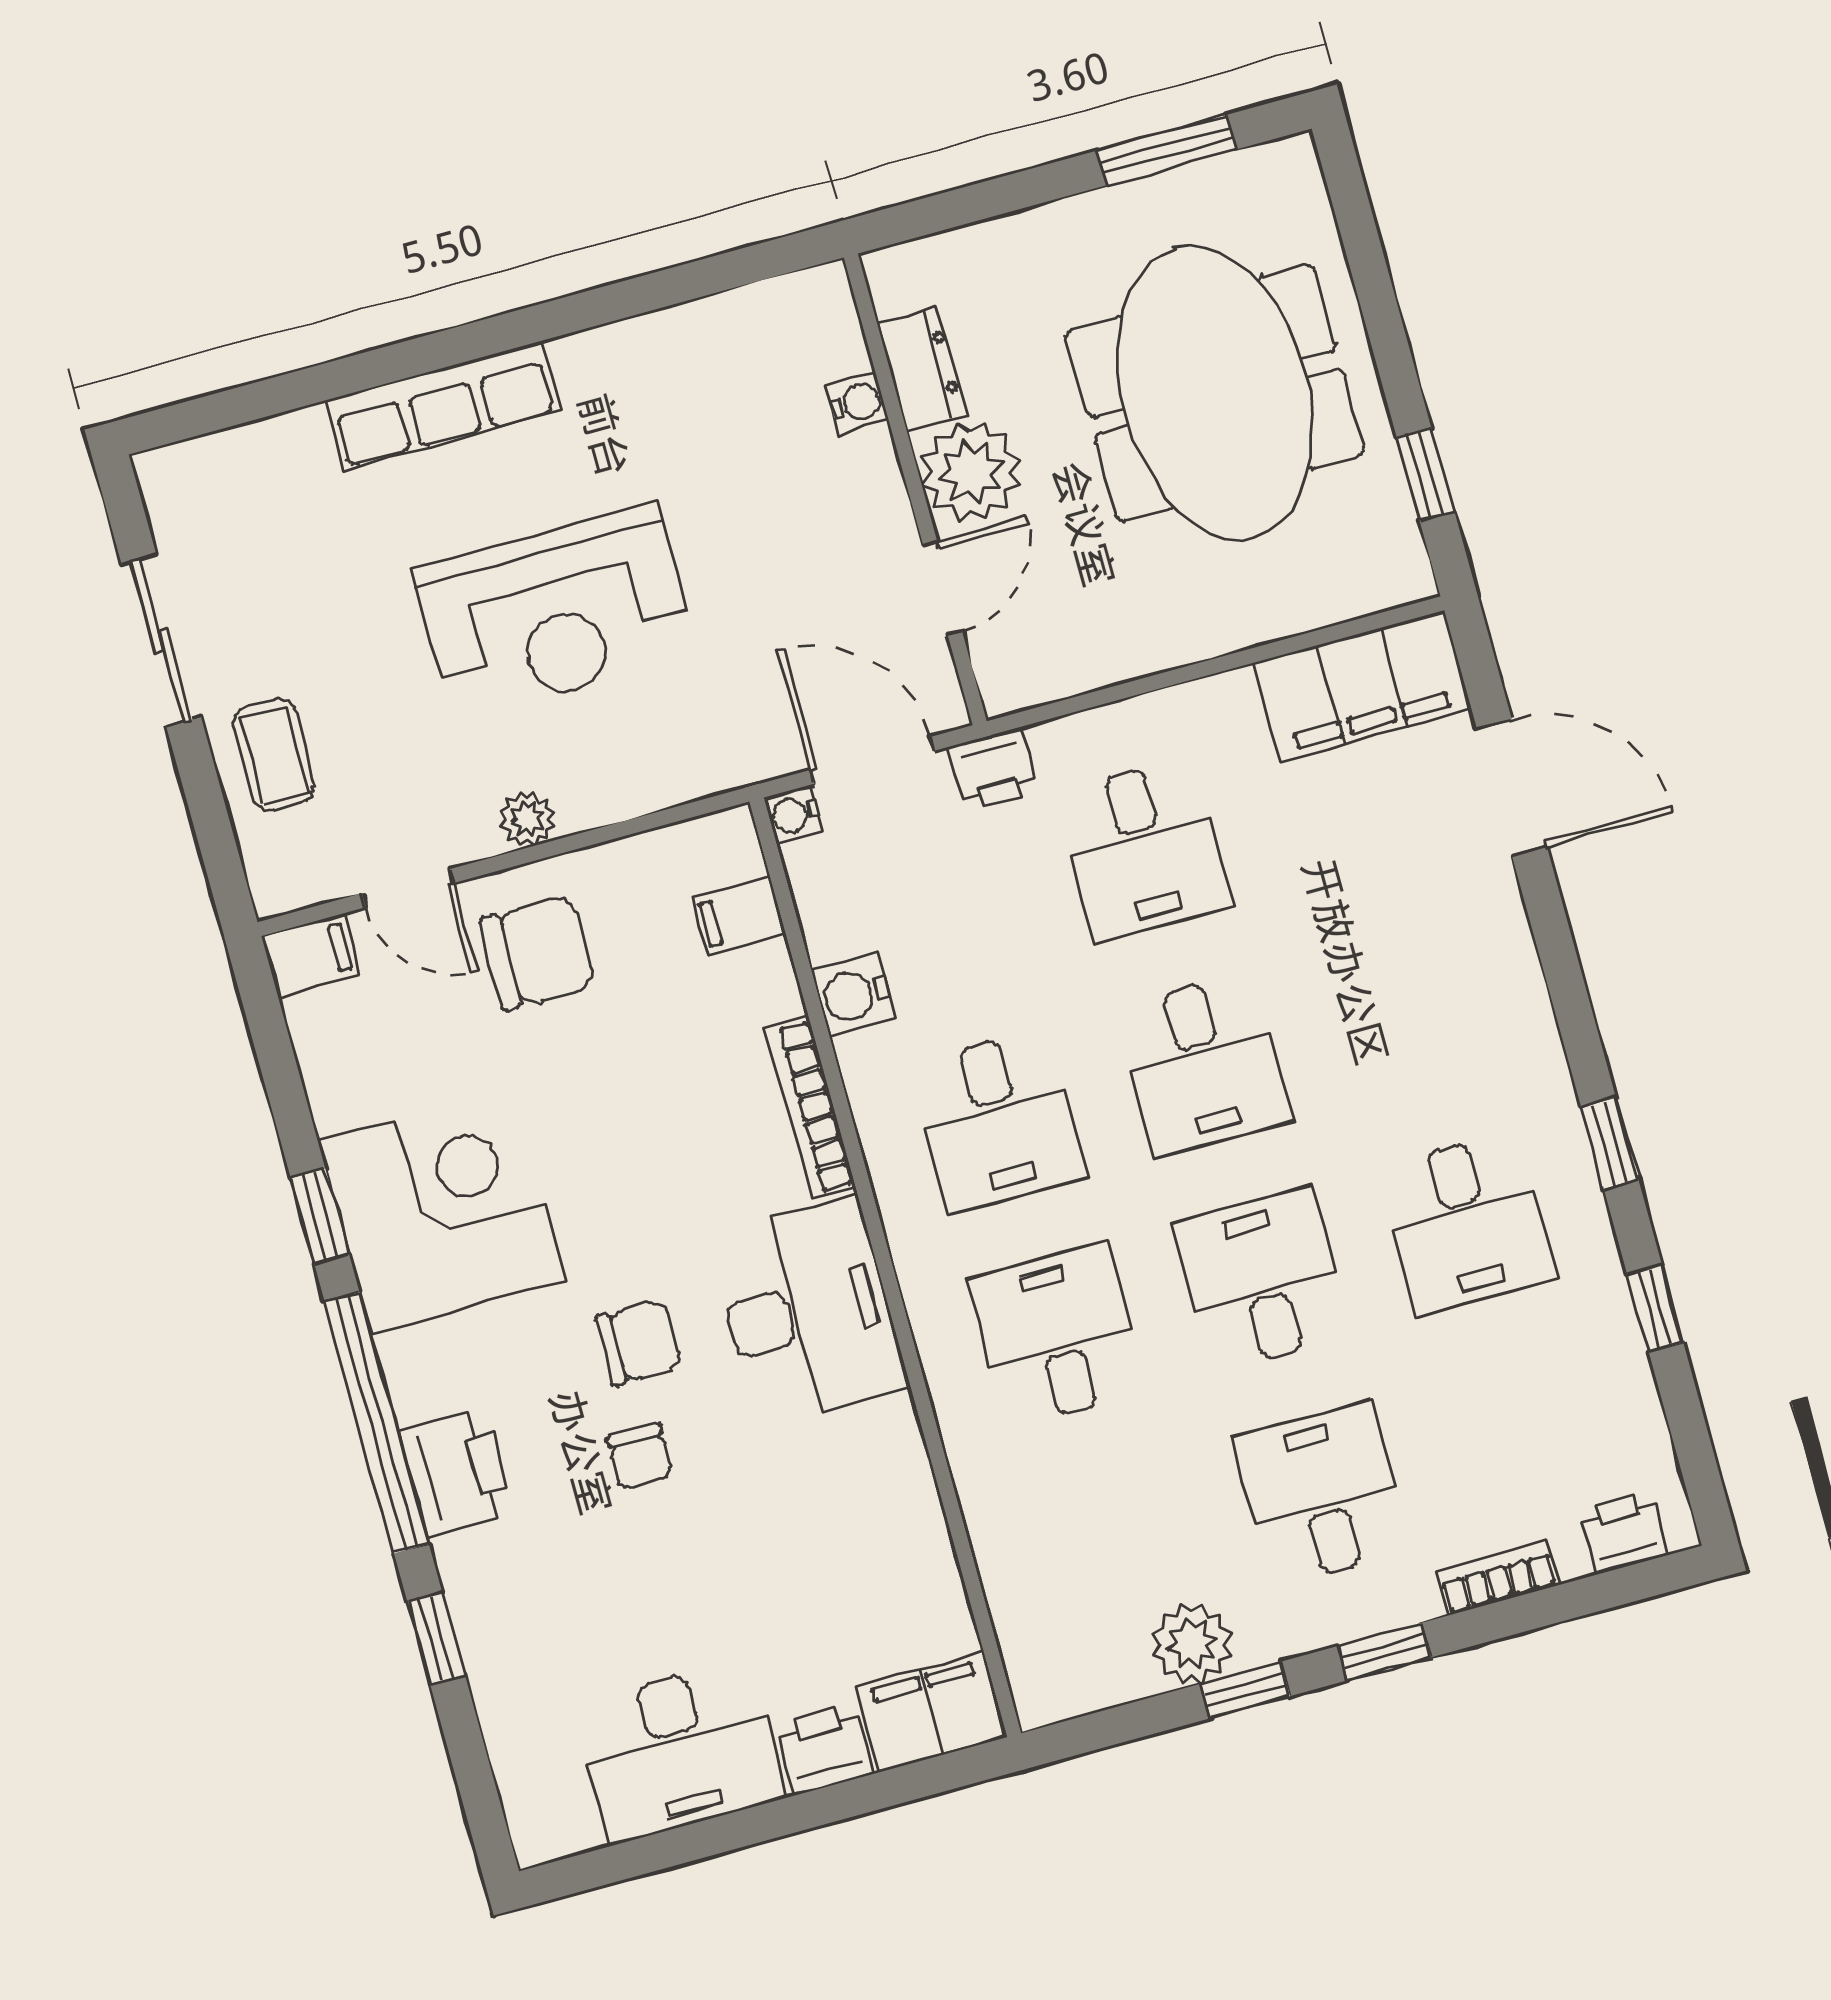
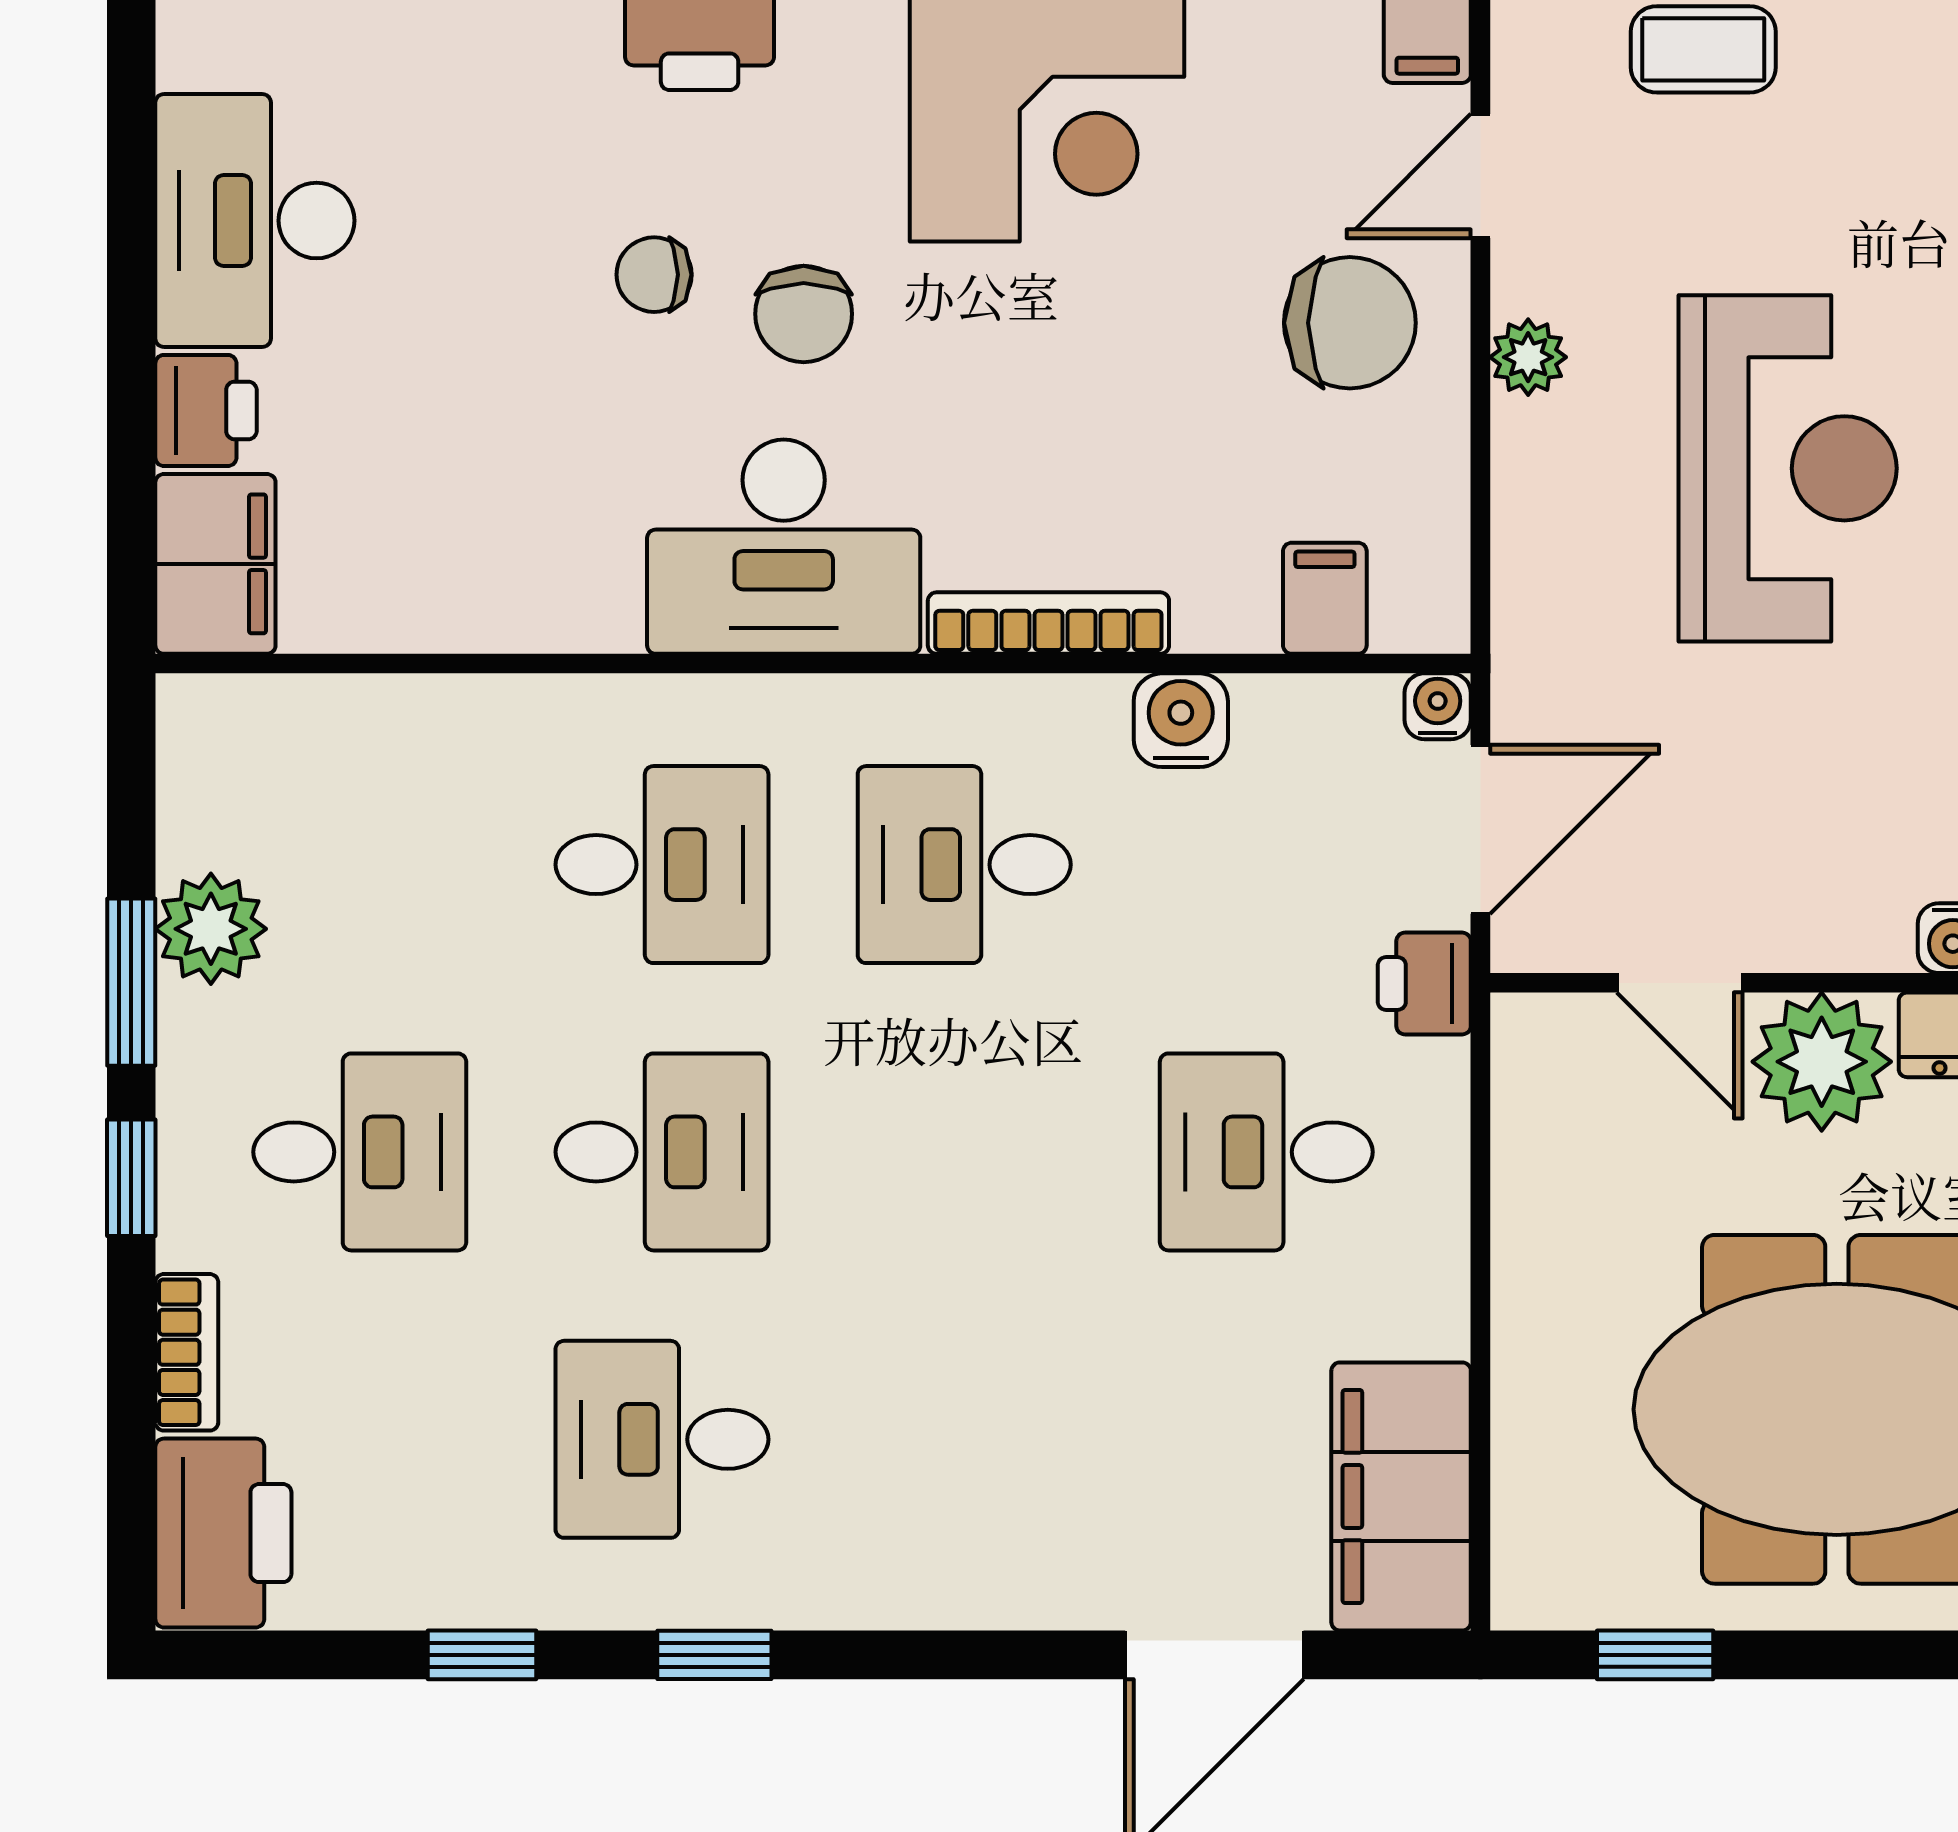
reception desk: (555, 612) -> (1788, 468), turned 180
chair: (538, 952) -> (1350, 323), turned -90
desk: (1203, 1064) -> (964, 1152), removed
printer: (1624, 1532) -> (223, 1533), width x1.87, depth x1.48
window: (1246, 1690) -> (131, 982), width x1.50

